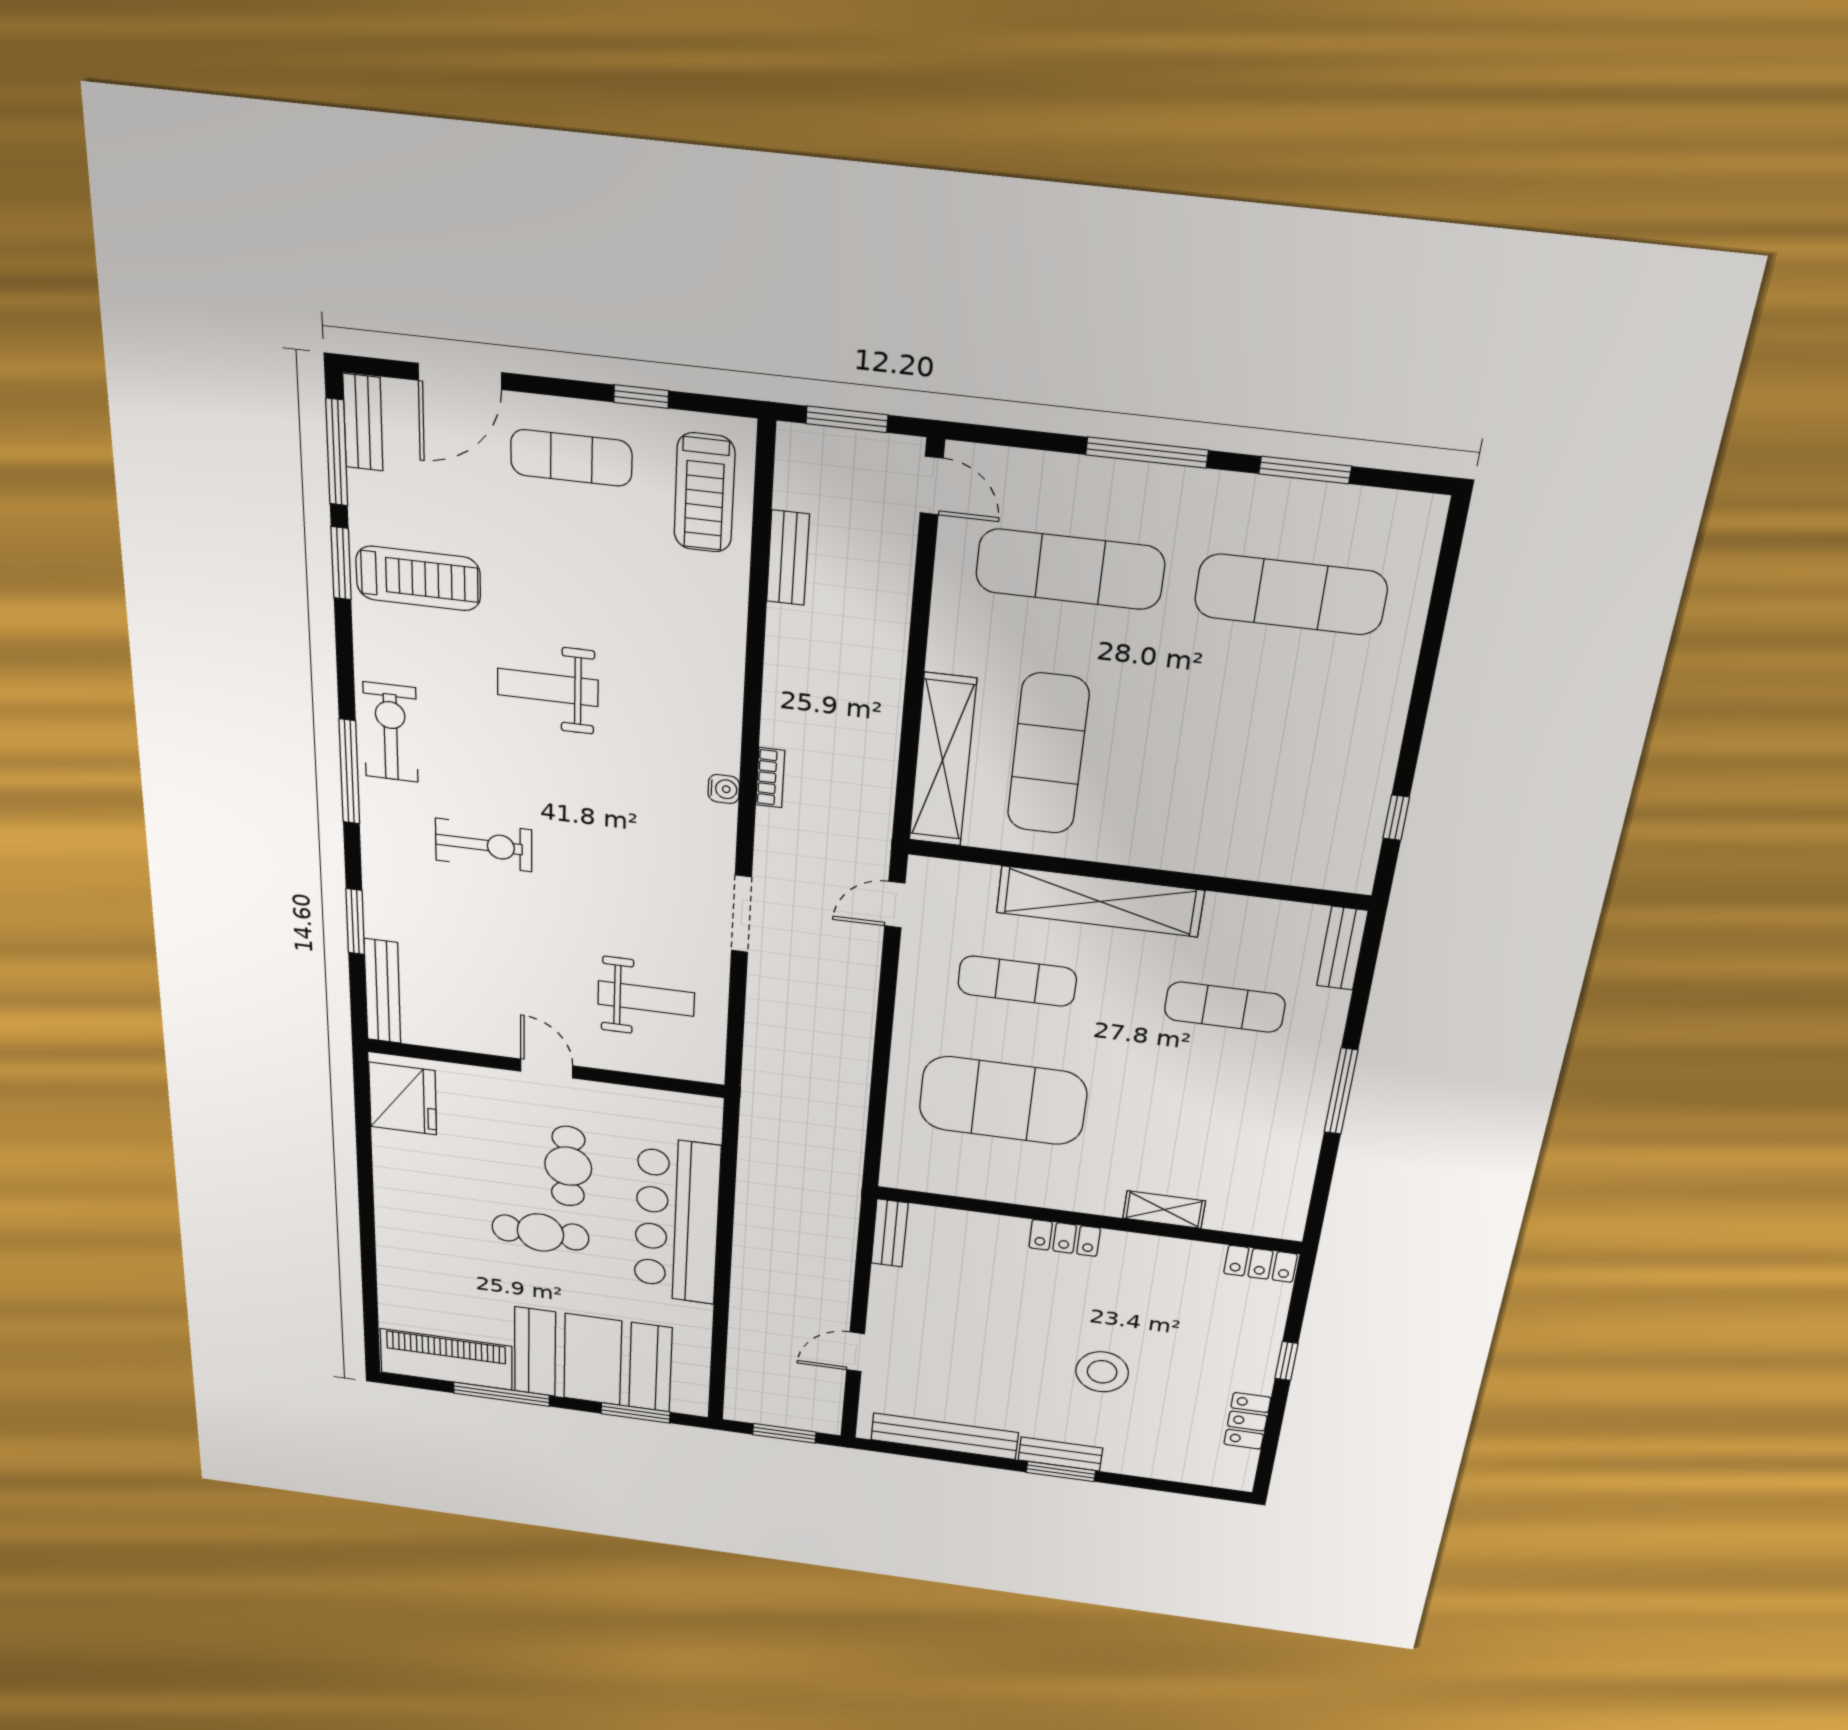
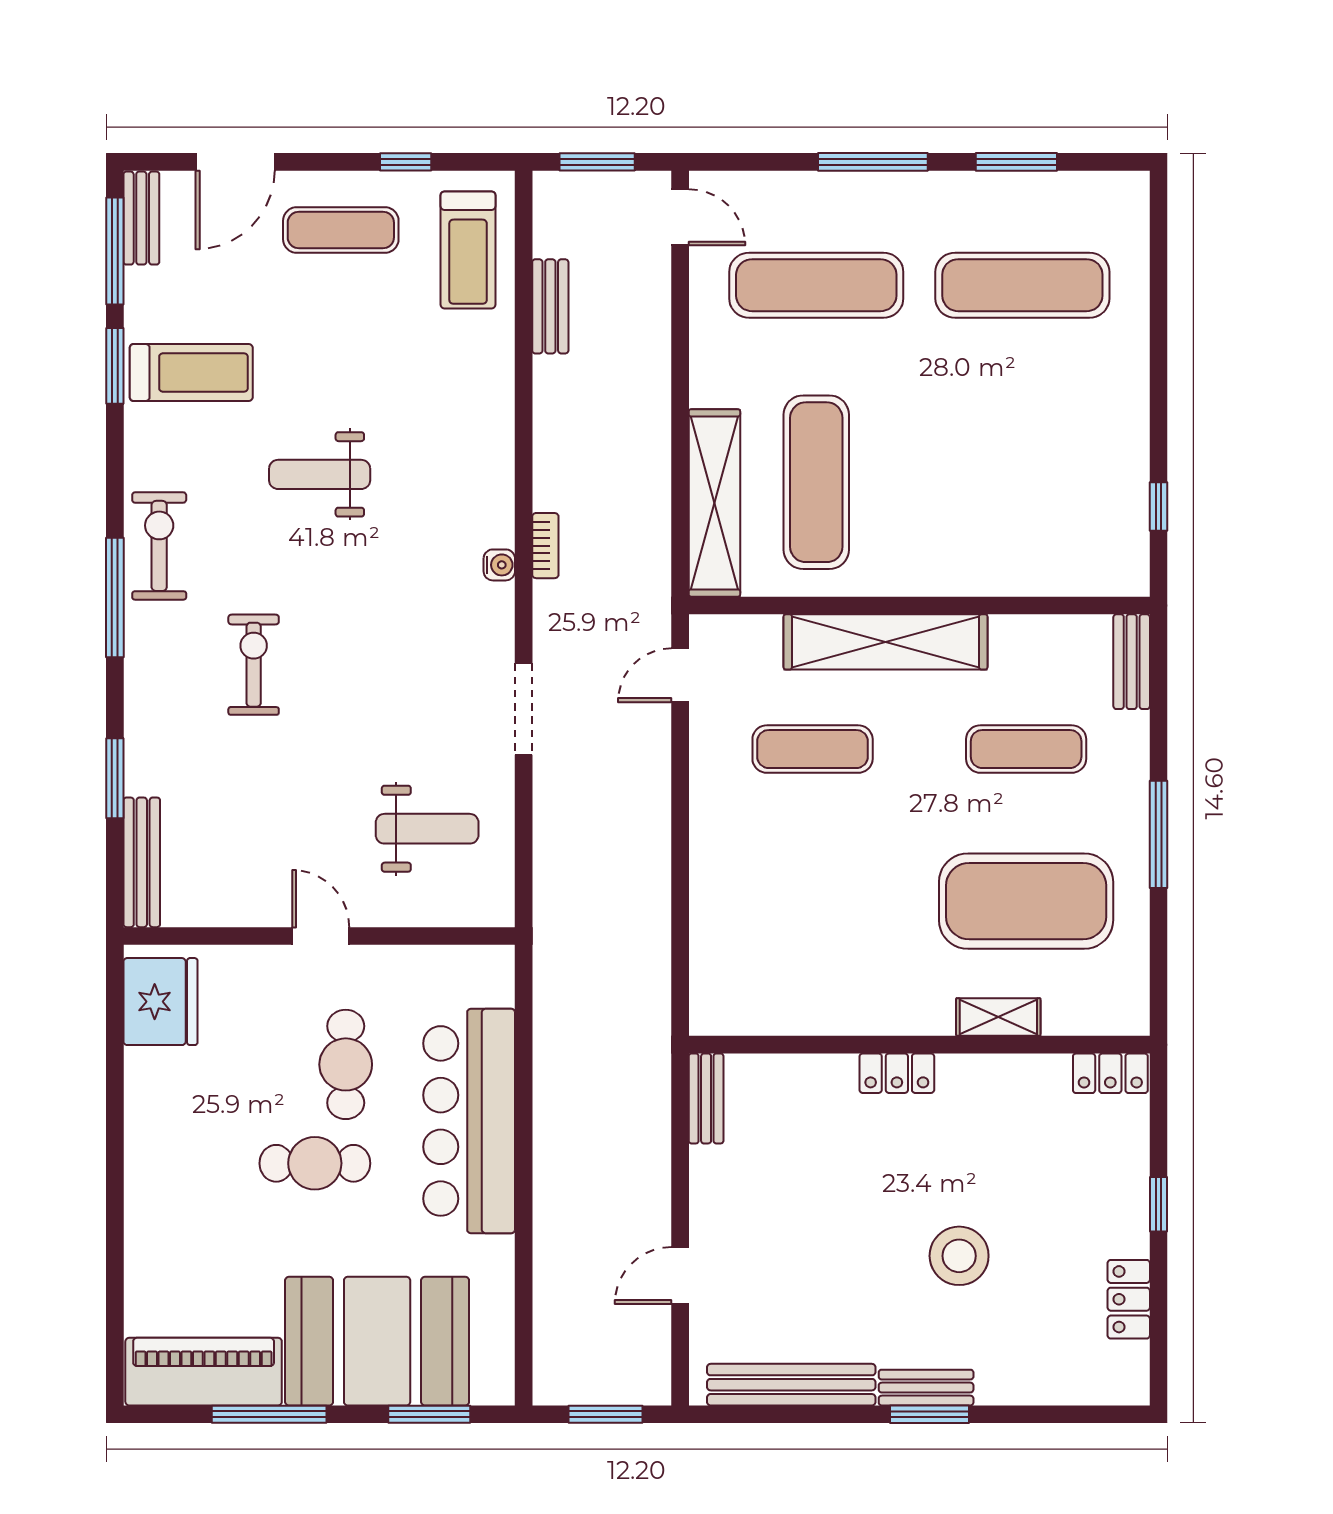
exercise bike: (484, 845) -> (254, 665), turned -90
exercise mat: (1003, 1101) -> (1026, 901), moved

